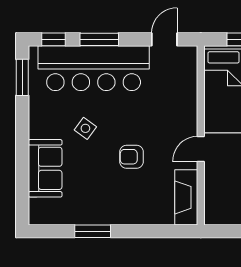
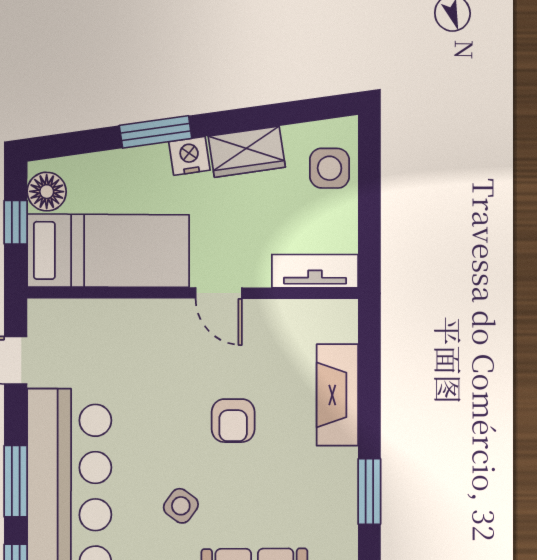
fireplace: (186, 197) -> (337, 395), moved, turned 90
tv unit: (213, 201) -> (315, 271), added

